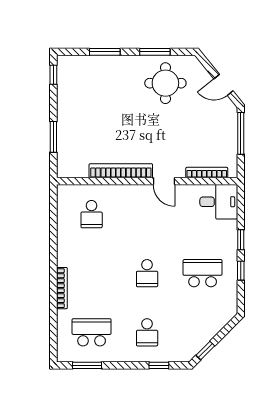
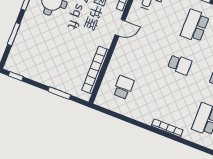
bookcase: (121, 171) -> (95, 70), moved
school desk: (92, 214) -> (123, 87), turned -90

